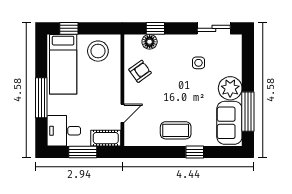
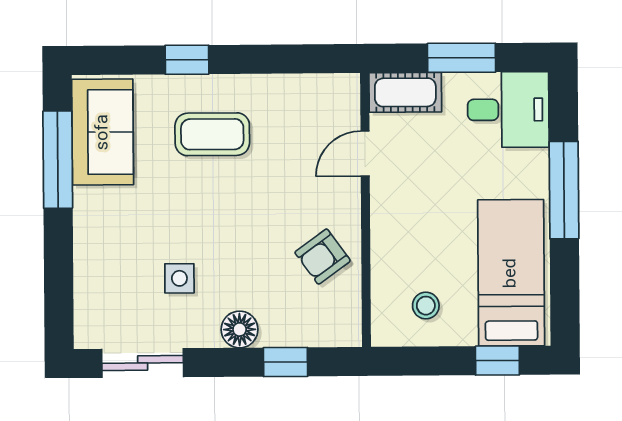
floor lamp: (150, 42) -> (240, 329), moved
stool: (98, 51) -> (426, 306), width x0.53, depth x0.53
plant: (230, 88) -> (101, 217), removed
coffee table: (176, 130) -> (212, 134), moved

